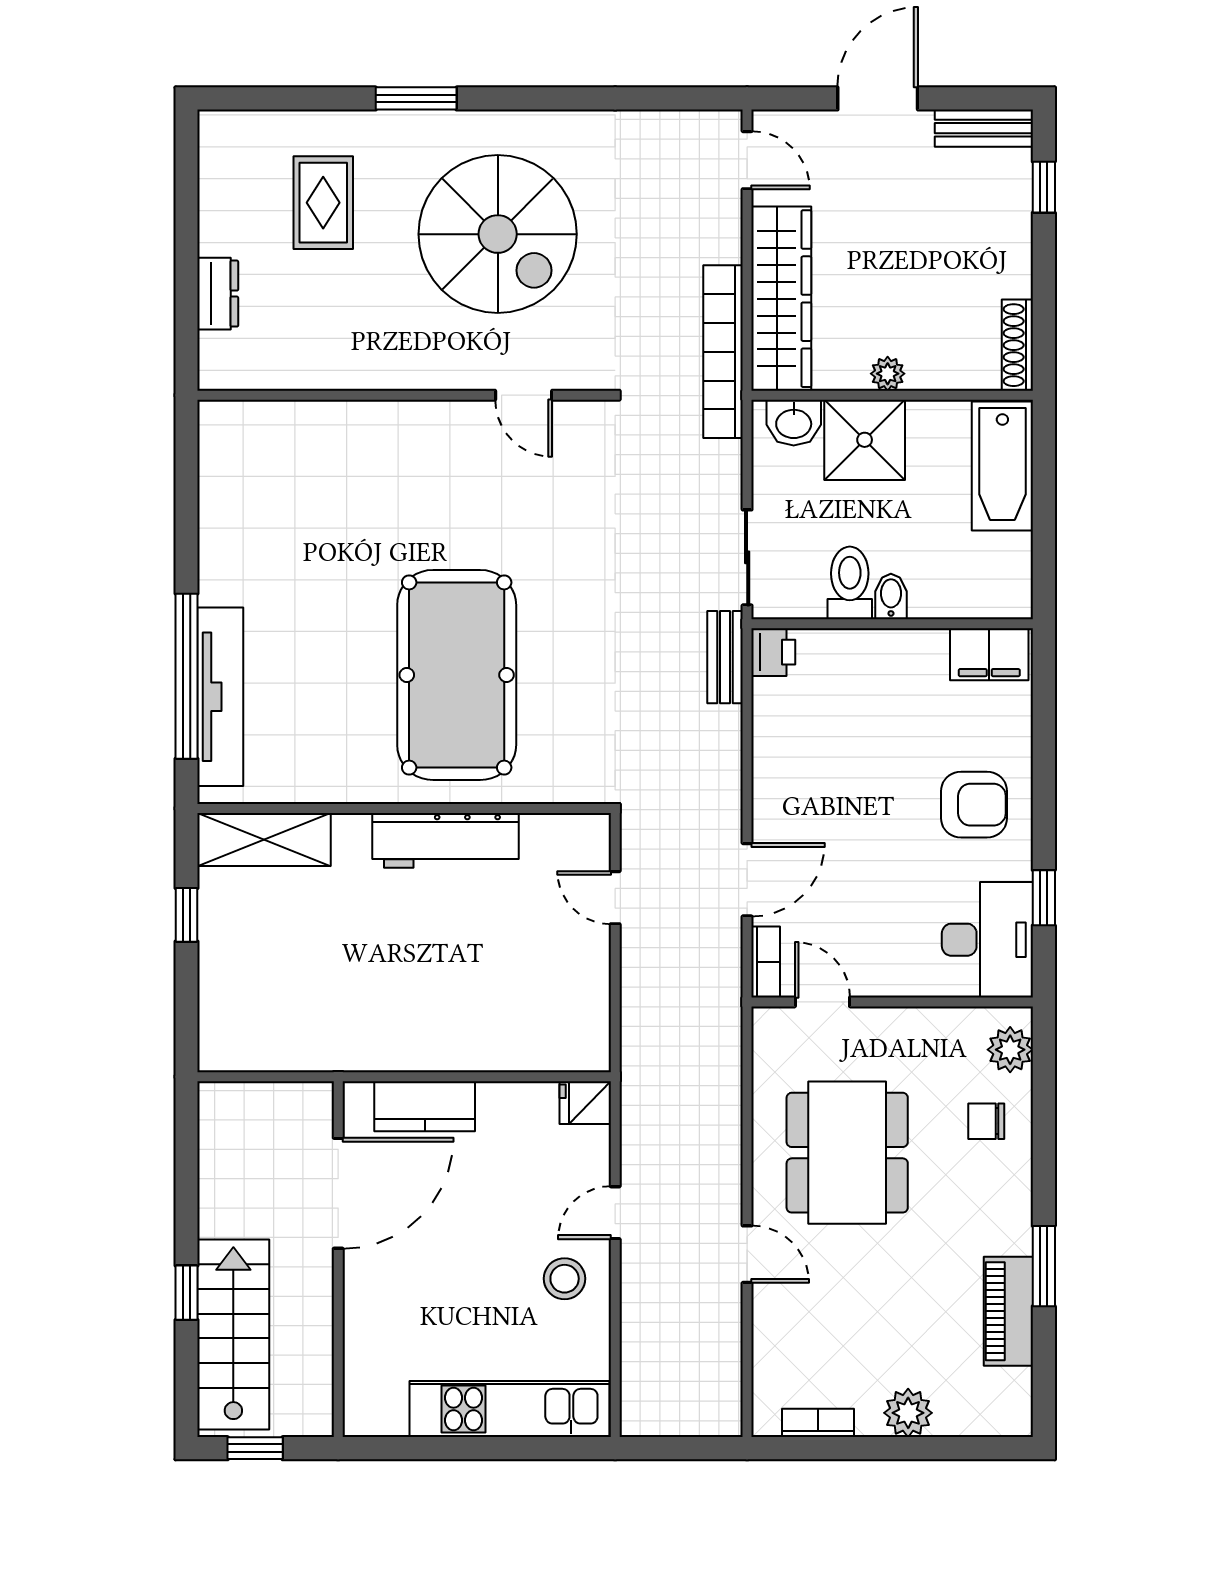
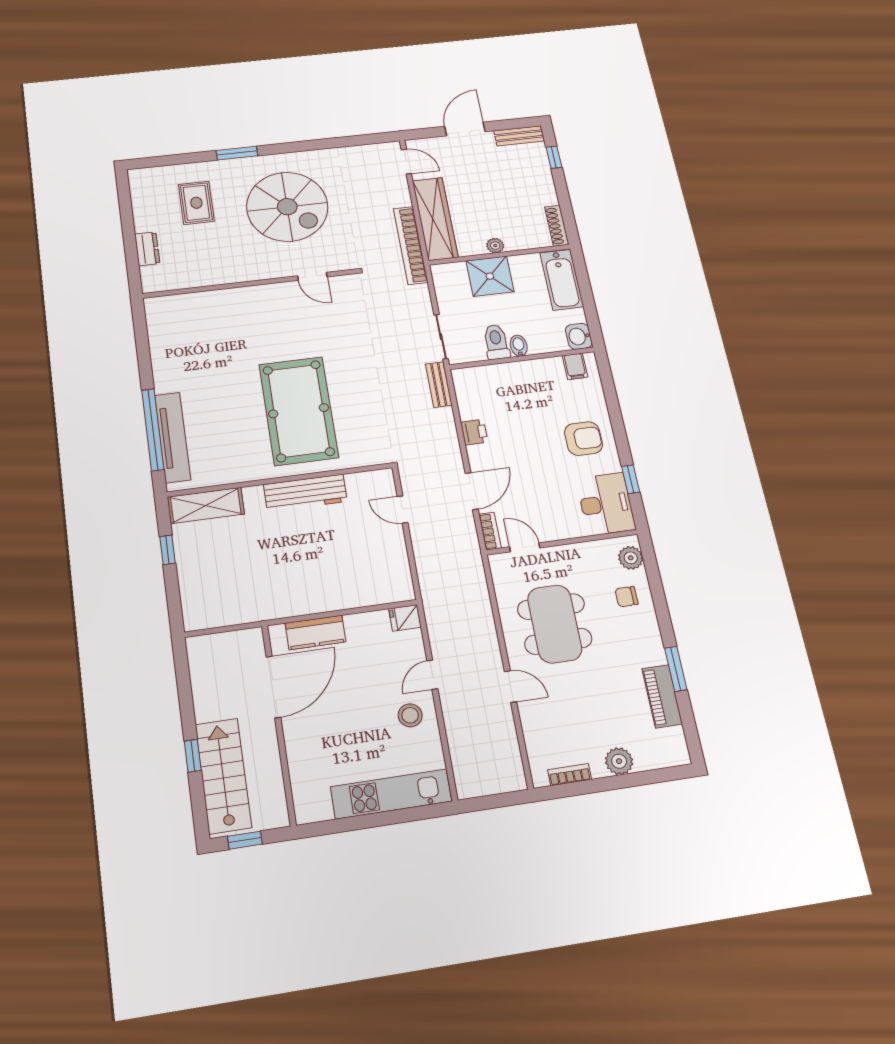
washbasin: (794, 423) -> (579, 336), moved, turned 90
printer: (773, 652) -> (474, 432), moved
filing cabinet: (989, 654) -> (575, 366), width x0.50

